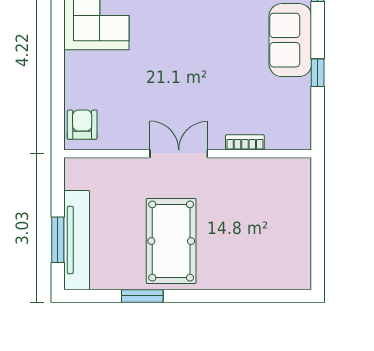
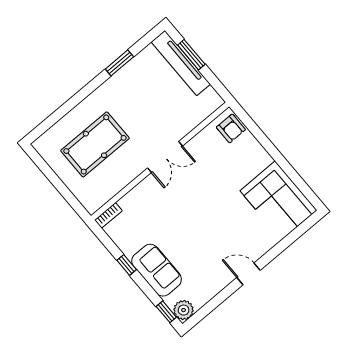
bookcase: (245, 142) -> (108, 215), moved
pool table: (171, 241) -> (95, 144), moved, turned 90

